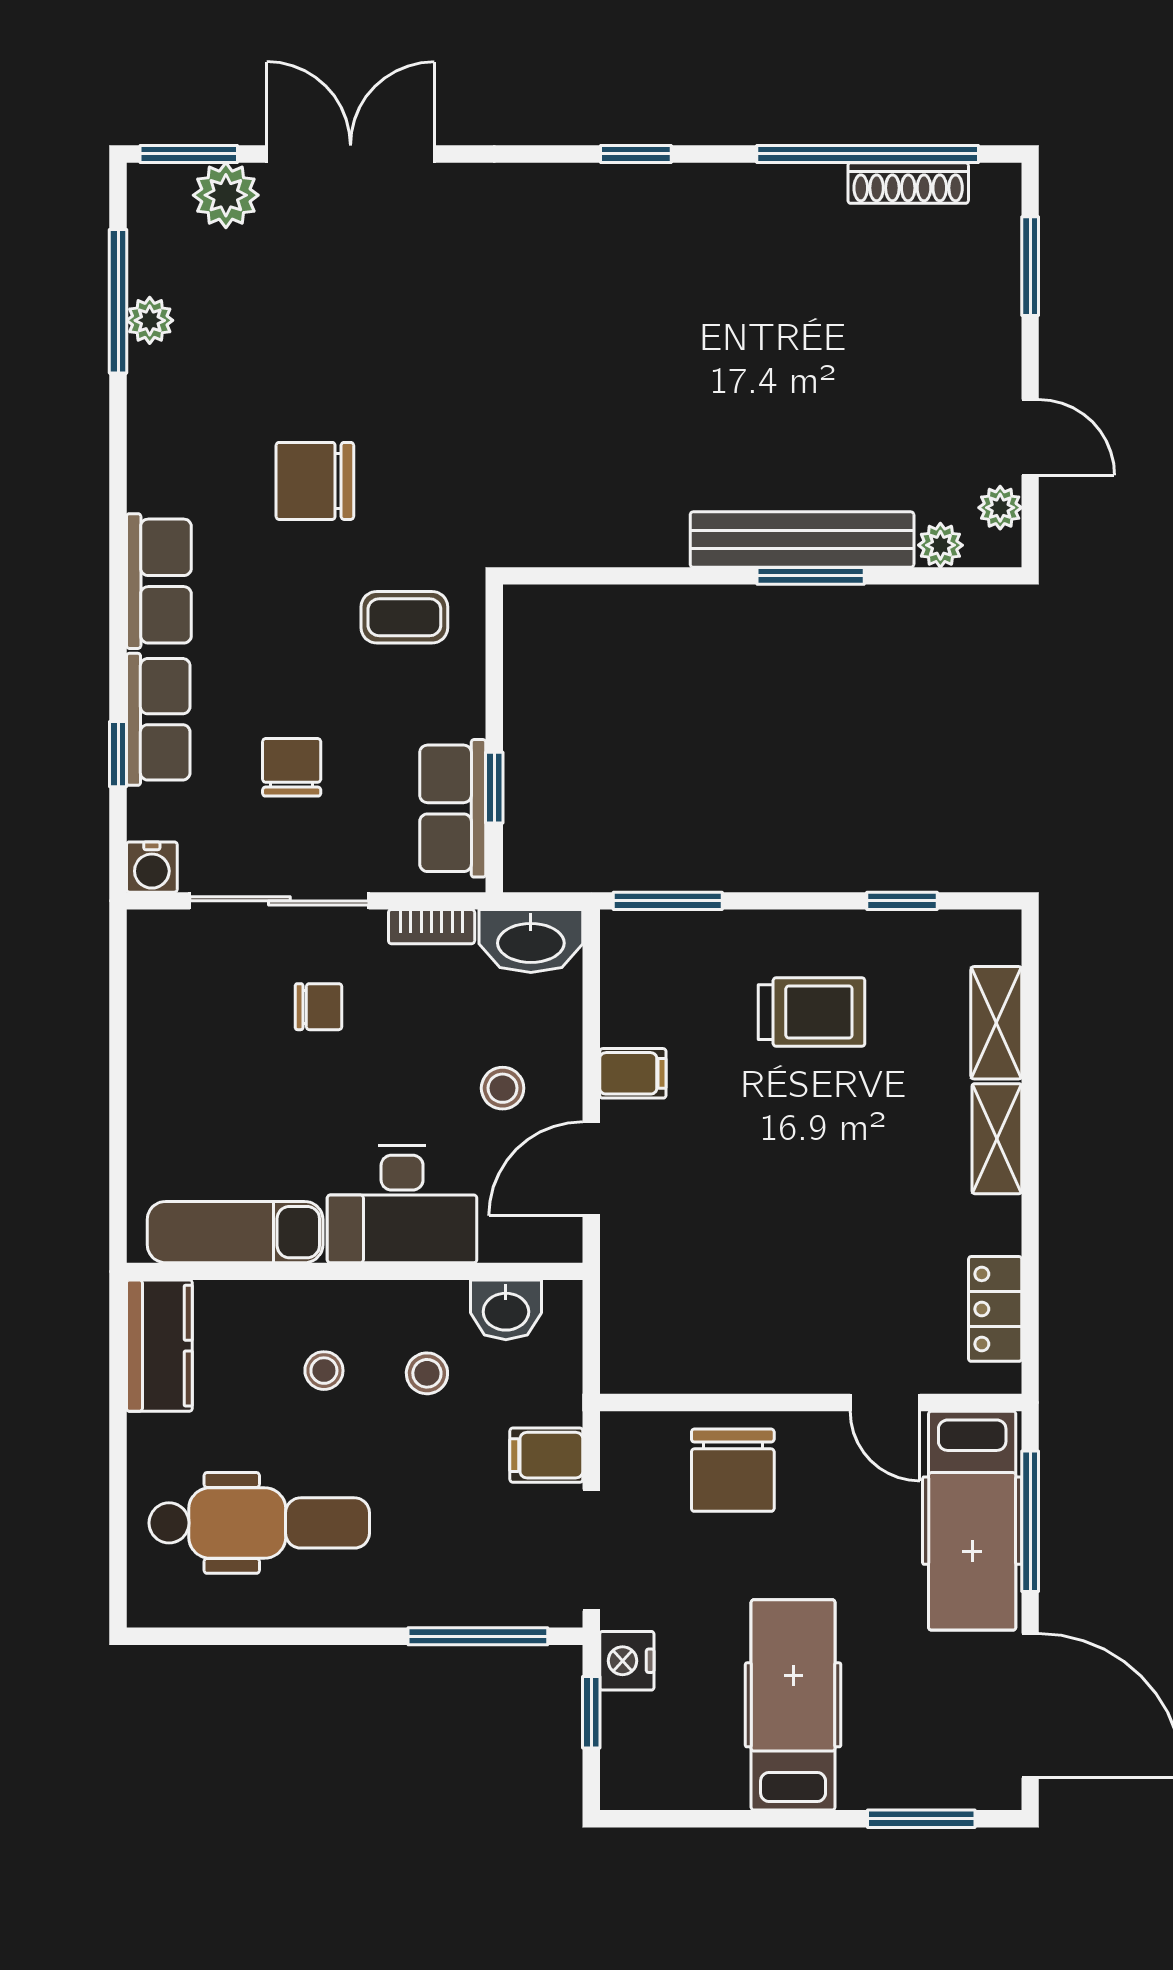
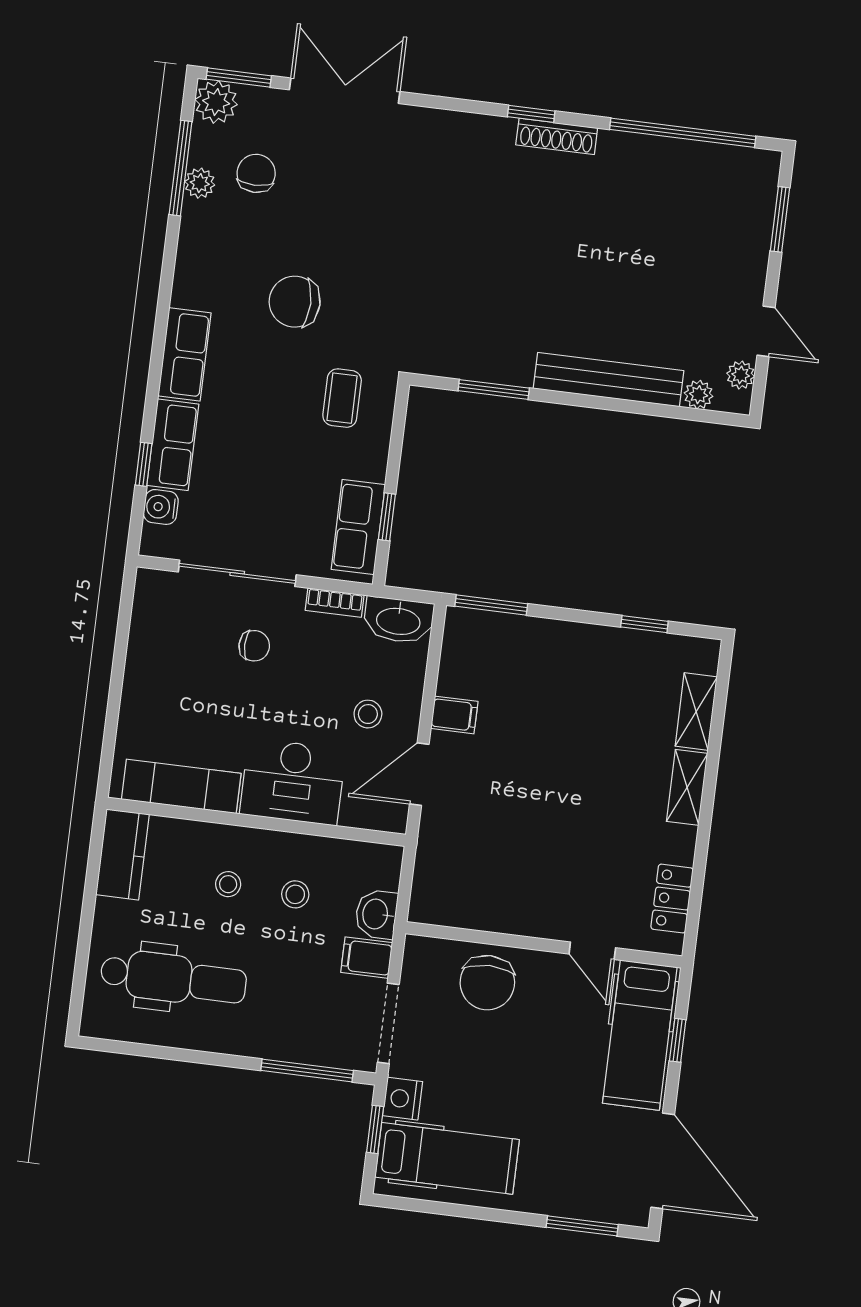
shoe rack: (908, 183) -> (557, 136), moved
plant: (226, 195) -> (216, 102), moved
window: (811, 576) -> (494, 389), moved
coffee table: (404, 617) -> (342, 398), turned 90
chair: (292, 767) -> (256, 173), moved
water cooler: (152, 867) -> (161, 507), moved, turned 90
trolley: (811, 1012) -> (576, 689), removed
washbasin: (506, 1310) -> (376, 914), moved, turned 90
window: (1030, 1521) -> (678, 1040), width x0.46
hospital bed: (793, 1705) -> (447, 1158), moved, turned 90

